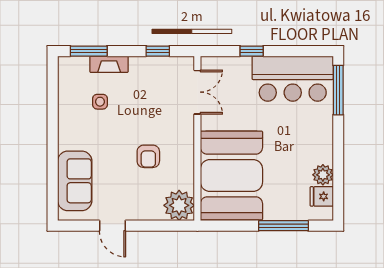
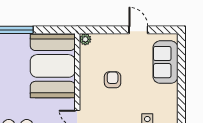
plant: (179, 205) -> (85, 39), width x0.53, depth x0.53

